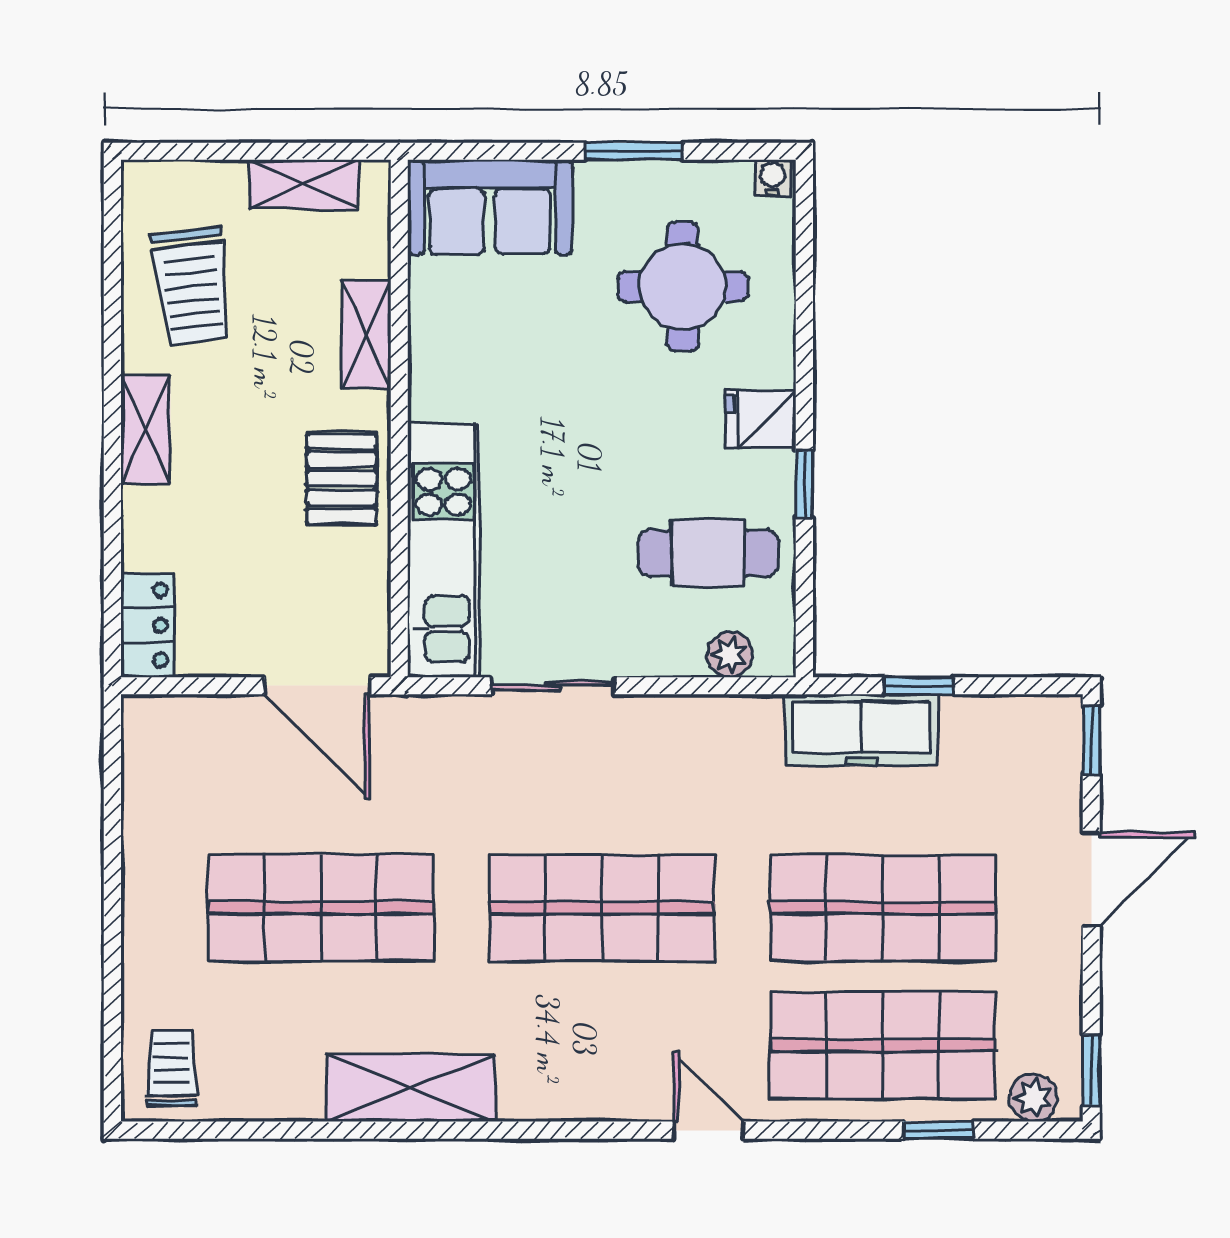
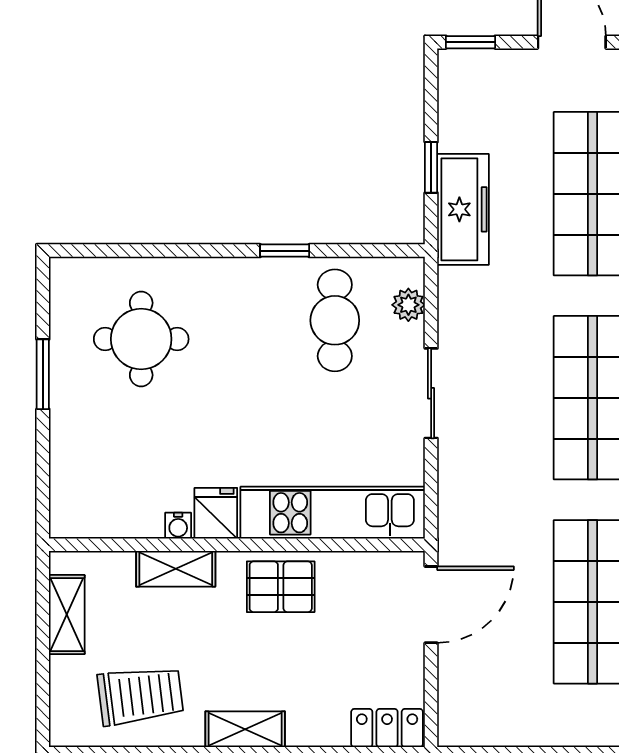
water cooler: (772, 178) -> (178, 526), moved, turned -90
sofa: (490, 207) -> (83, 479), removed
fridge: (761, 419) -> (216, 513), moved, turned 180
sliding door: (553, 686) -> (431, 393), moved

